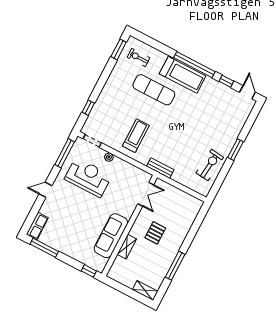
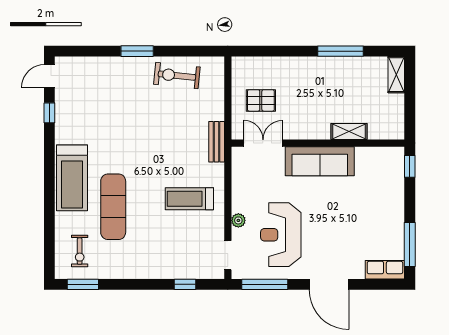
window: (194, 65) -> (49, 169), removed
treadmill: (183, 75) -> (72, 178), turned 180
door: (46, 190) -> (329, 284), width x1.88
pallet: (155, 233) -> (261, 100), moved
sofa: (111, 236) -> (320, 161), moved

